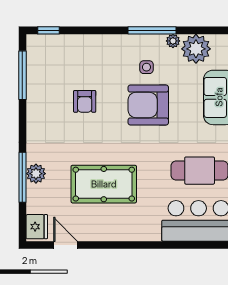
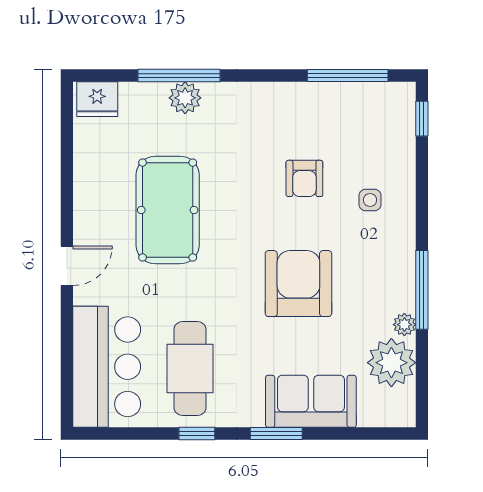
side table: (146, 67) -> (370, 200), moved
armchair: (85, 101) -> (304, 178), turned -90
door: (65, 245) -> (67, 266), moved

